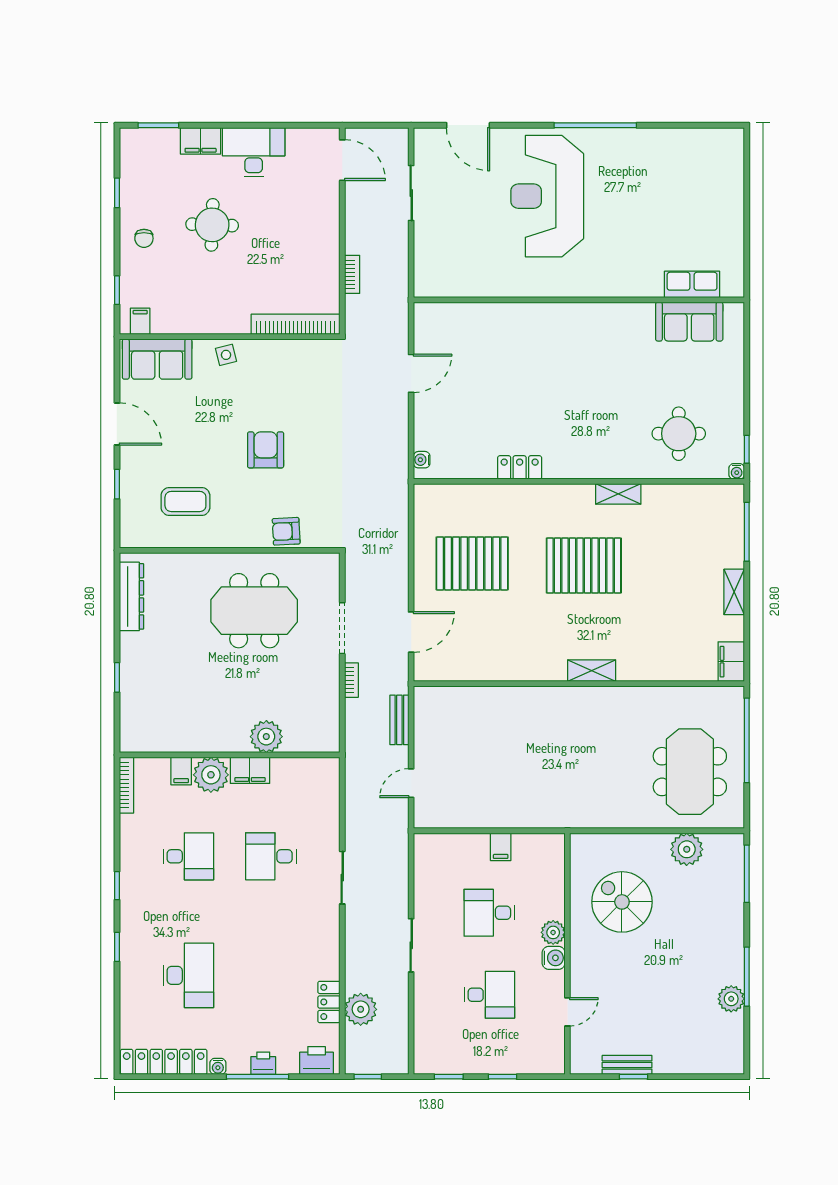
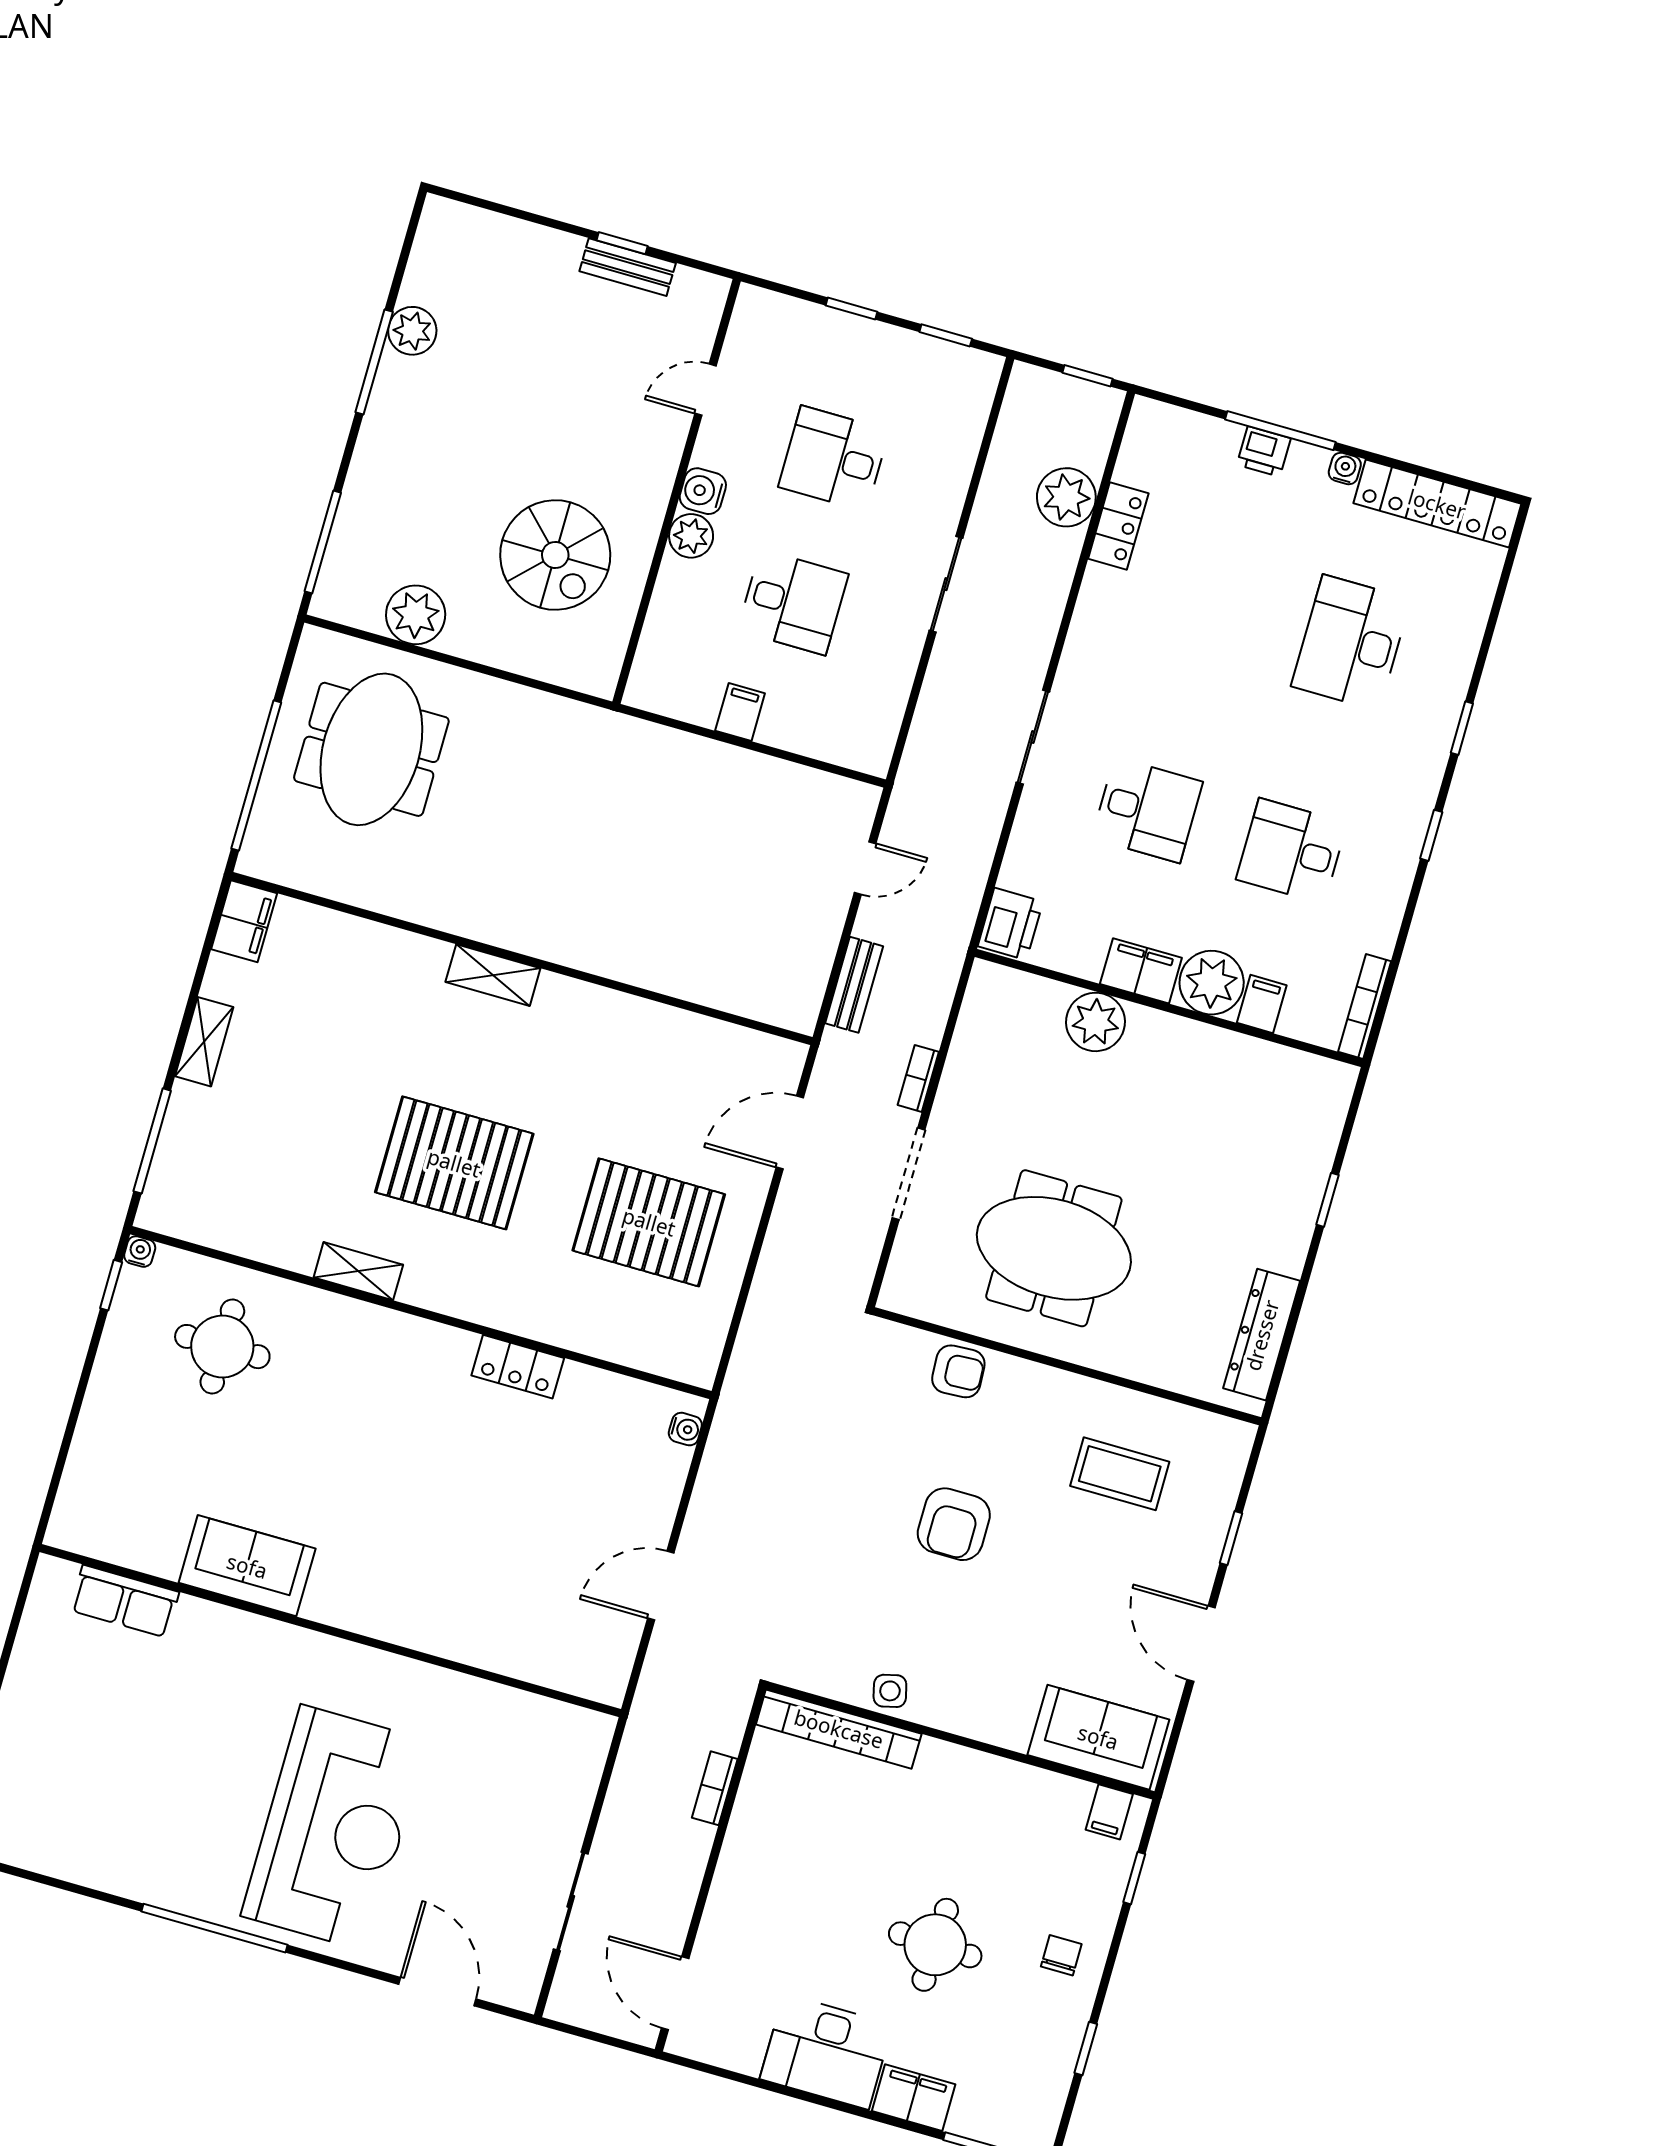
sofa: (689, 322) -> (247, 1566), moved
side table: (226, 355) -> (890, 1691), moved
printer: (317, 1060) -> (1010, 924), moved, turned -90

